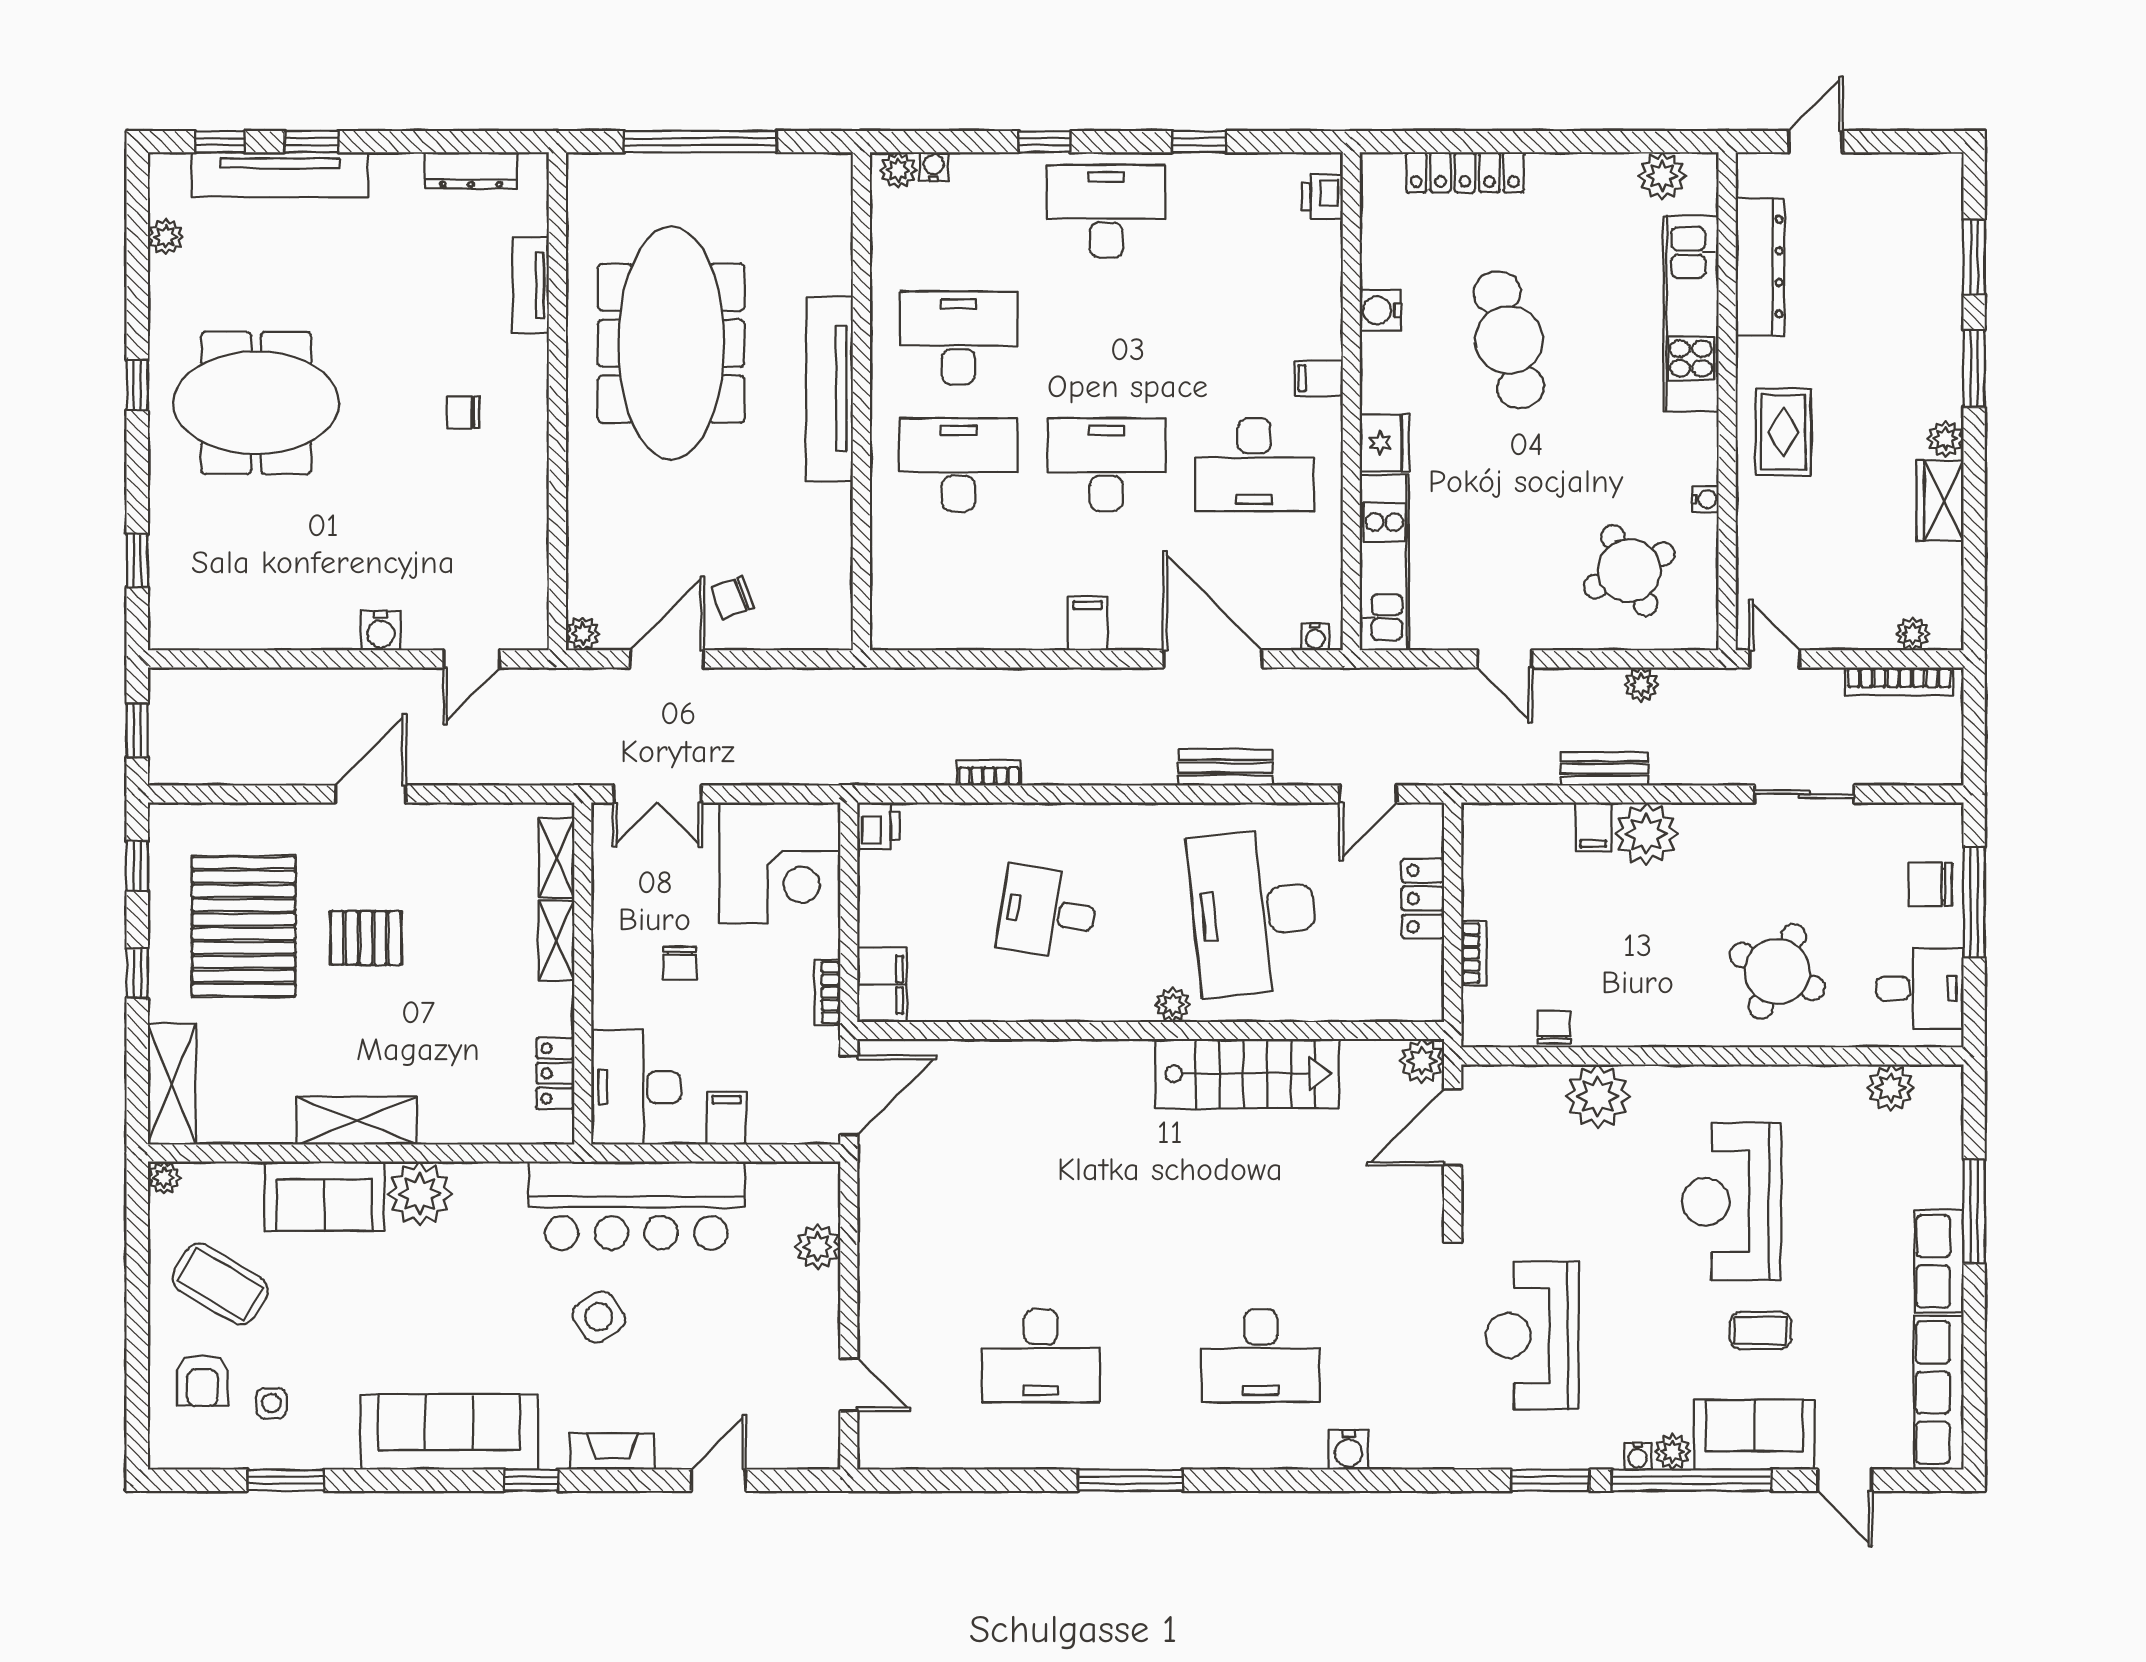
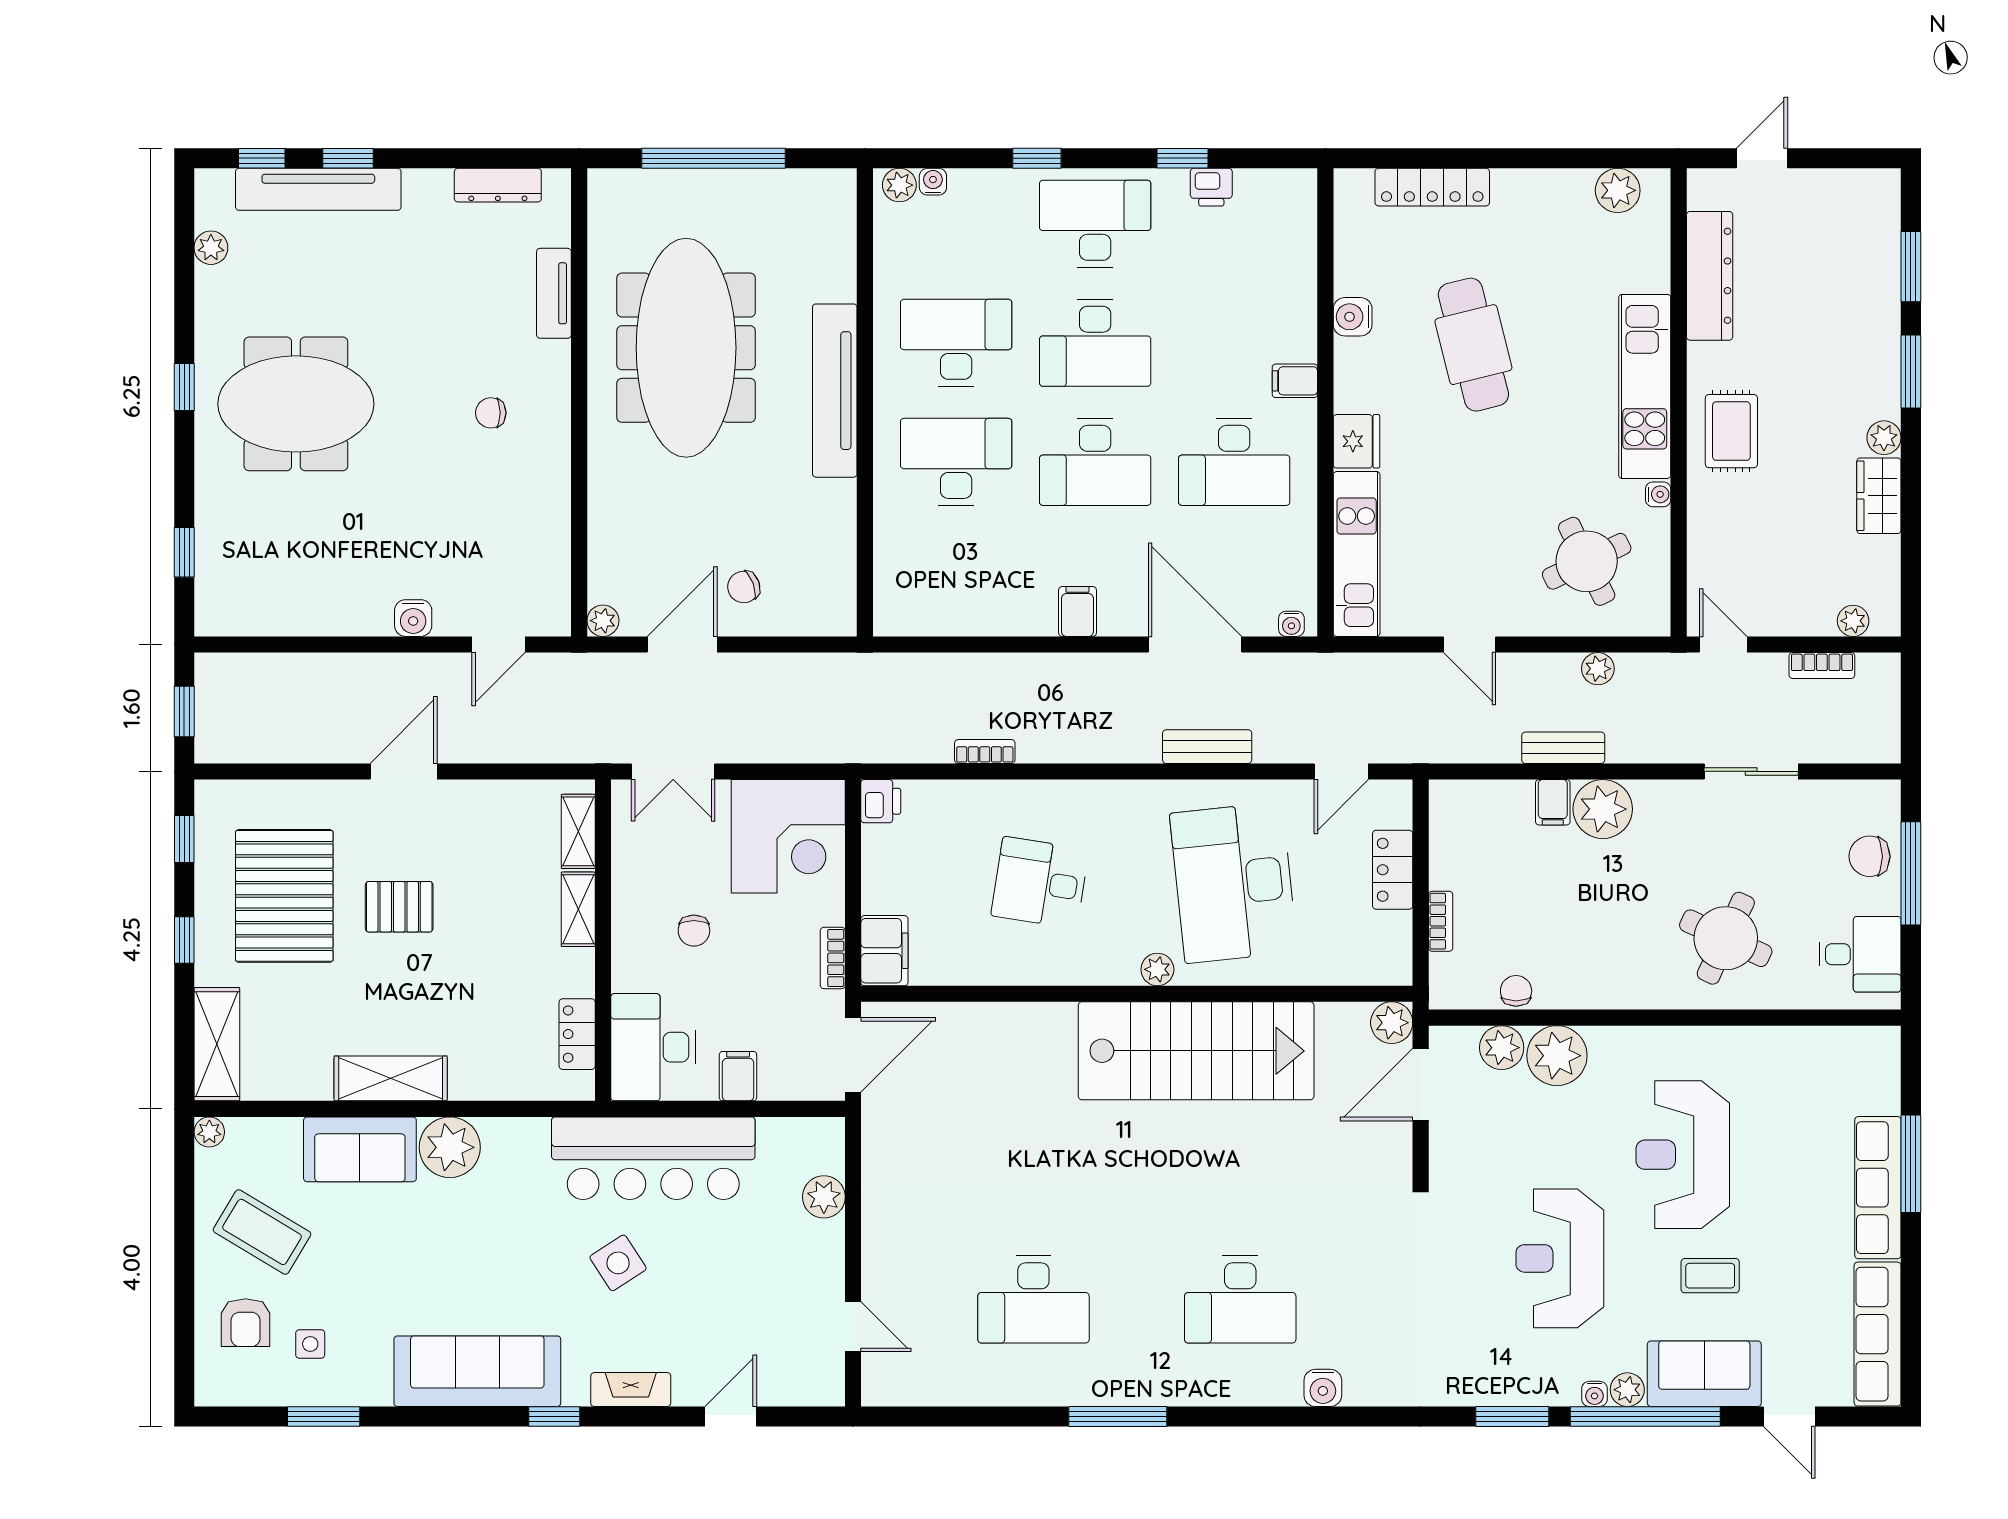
printer: (1323, 197) -> (1211, 187), moved, turned -90
kitchen unit: (1691, 313) -> (1645, 386), moved
desk: (1106, 338) -> (1095, 343), added
desk: (1106, 465) -> (1095, 462), turned 180
bookcase: (1899, 681) -> (1822, 665), width x0.64
stairs: (1247, 1074) -> (1196, 1051), width x1.36, depth x1.51
plant: (1891, 1088) -> (1502, 1048), moved
row of seats: (1939, 1261) -> (1878, 1188), width x1.48
reception desk: (1532, 1335) -> (1560, 1258), moved

